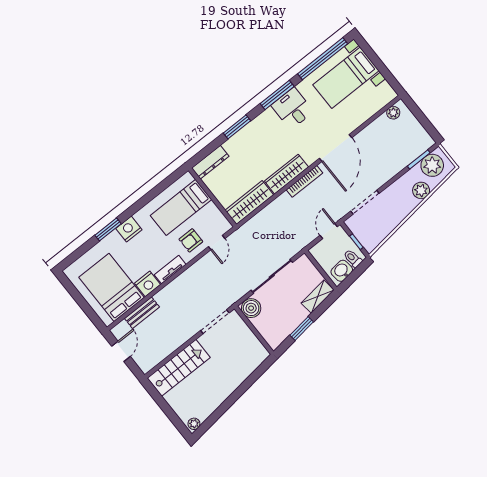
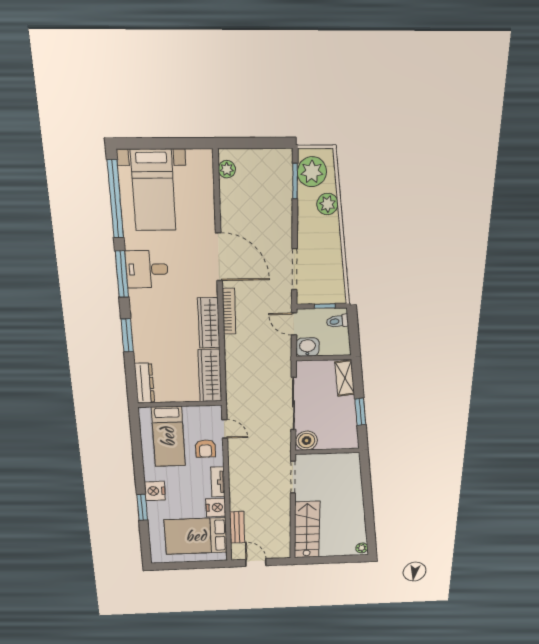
washbasin: (342, 271) -> (307, 347), moved, turned 97

